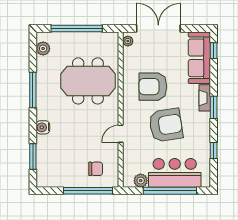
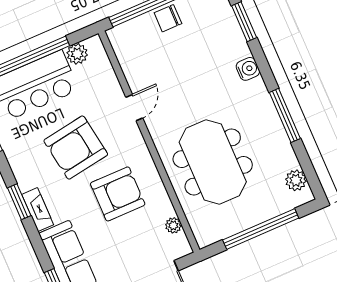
plant: (128, 41) -> (173, 225), moved
meeting table: (88, 81) -> (213, 162), turned 90
chair: (96, 169) -> (168, 18), moved

